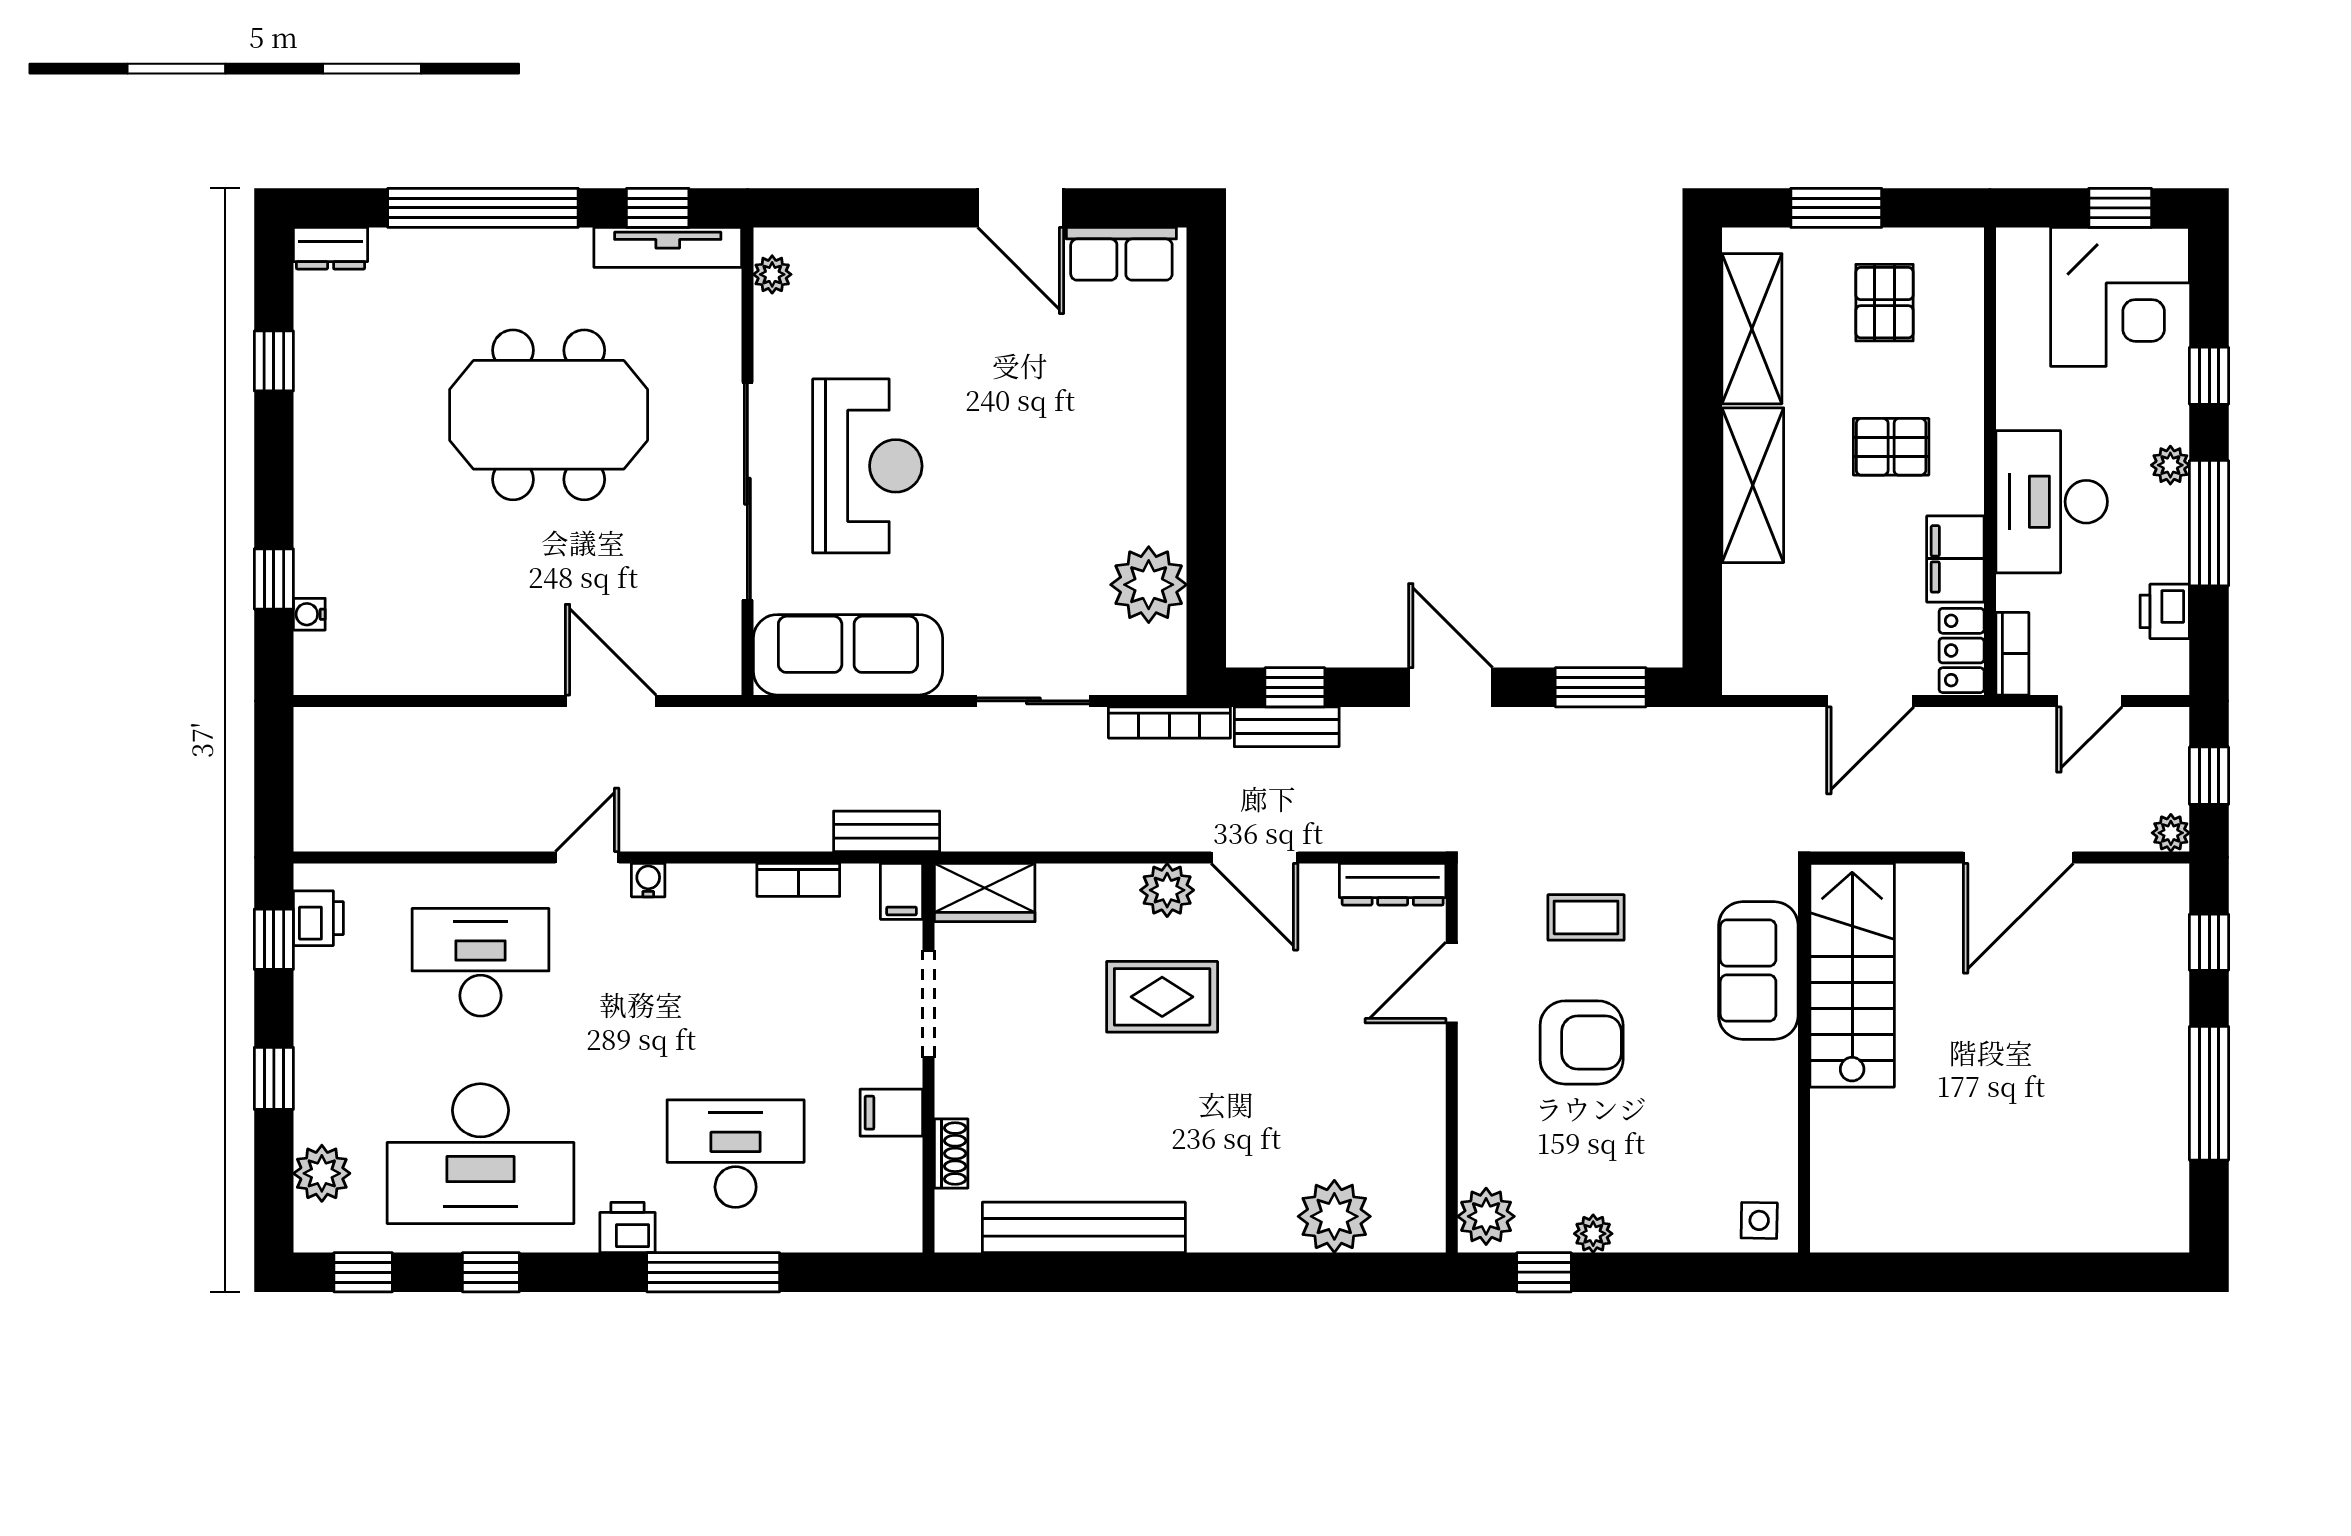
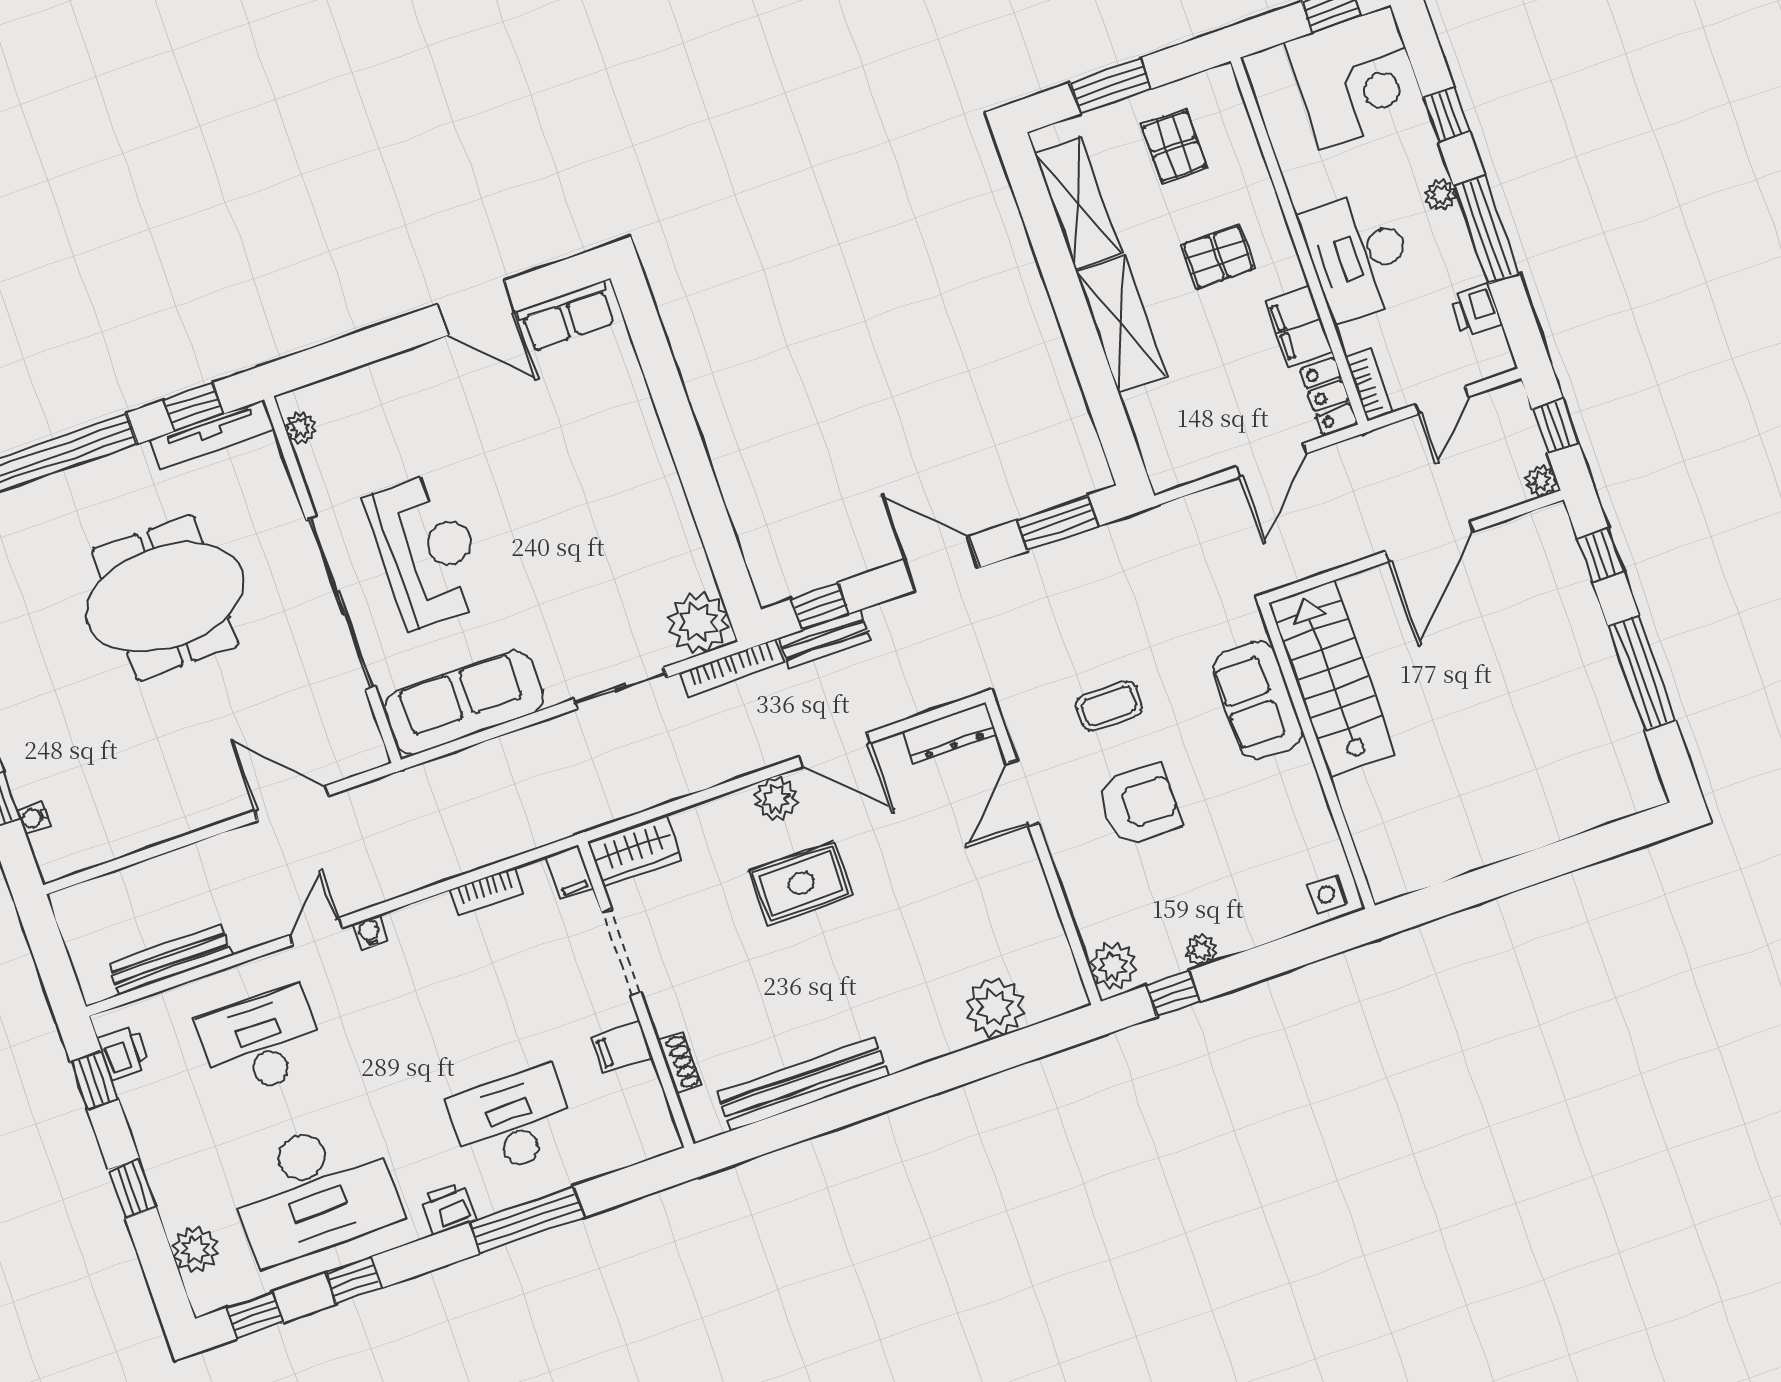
plant: (1149, 585) -> (698, 623), moved
bench: (887, 831) -> (170, 960), moved, width x1.36

